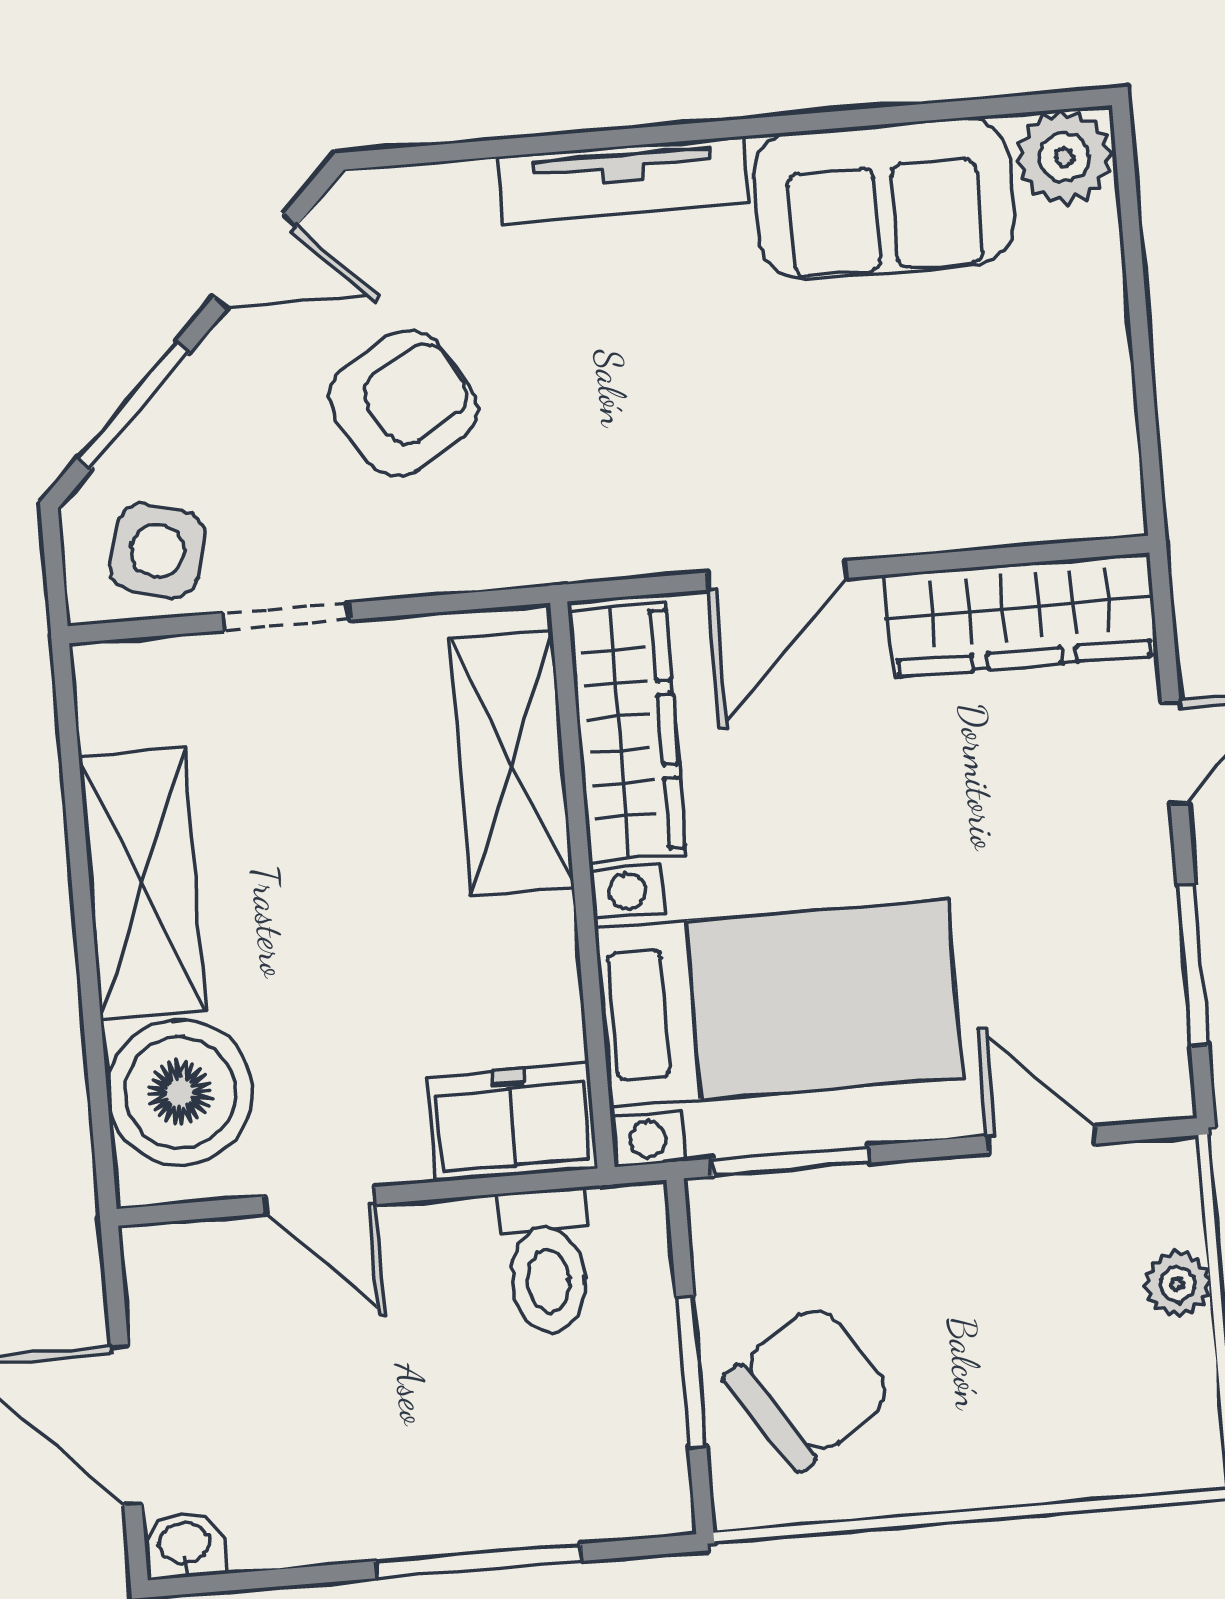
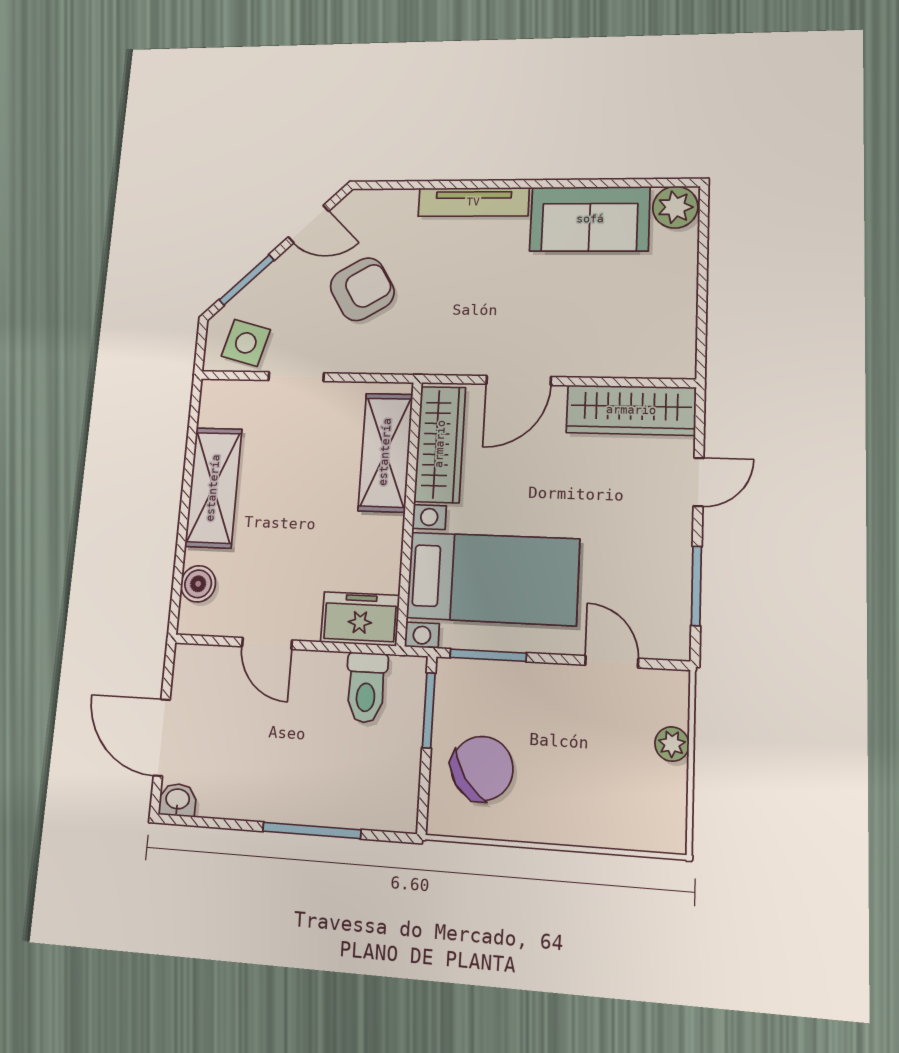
boiler: (180, 1092) -> (198, 584), width x0.54, depth x0.54
window: (691, 1372) -> (429, 710), moved

